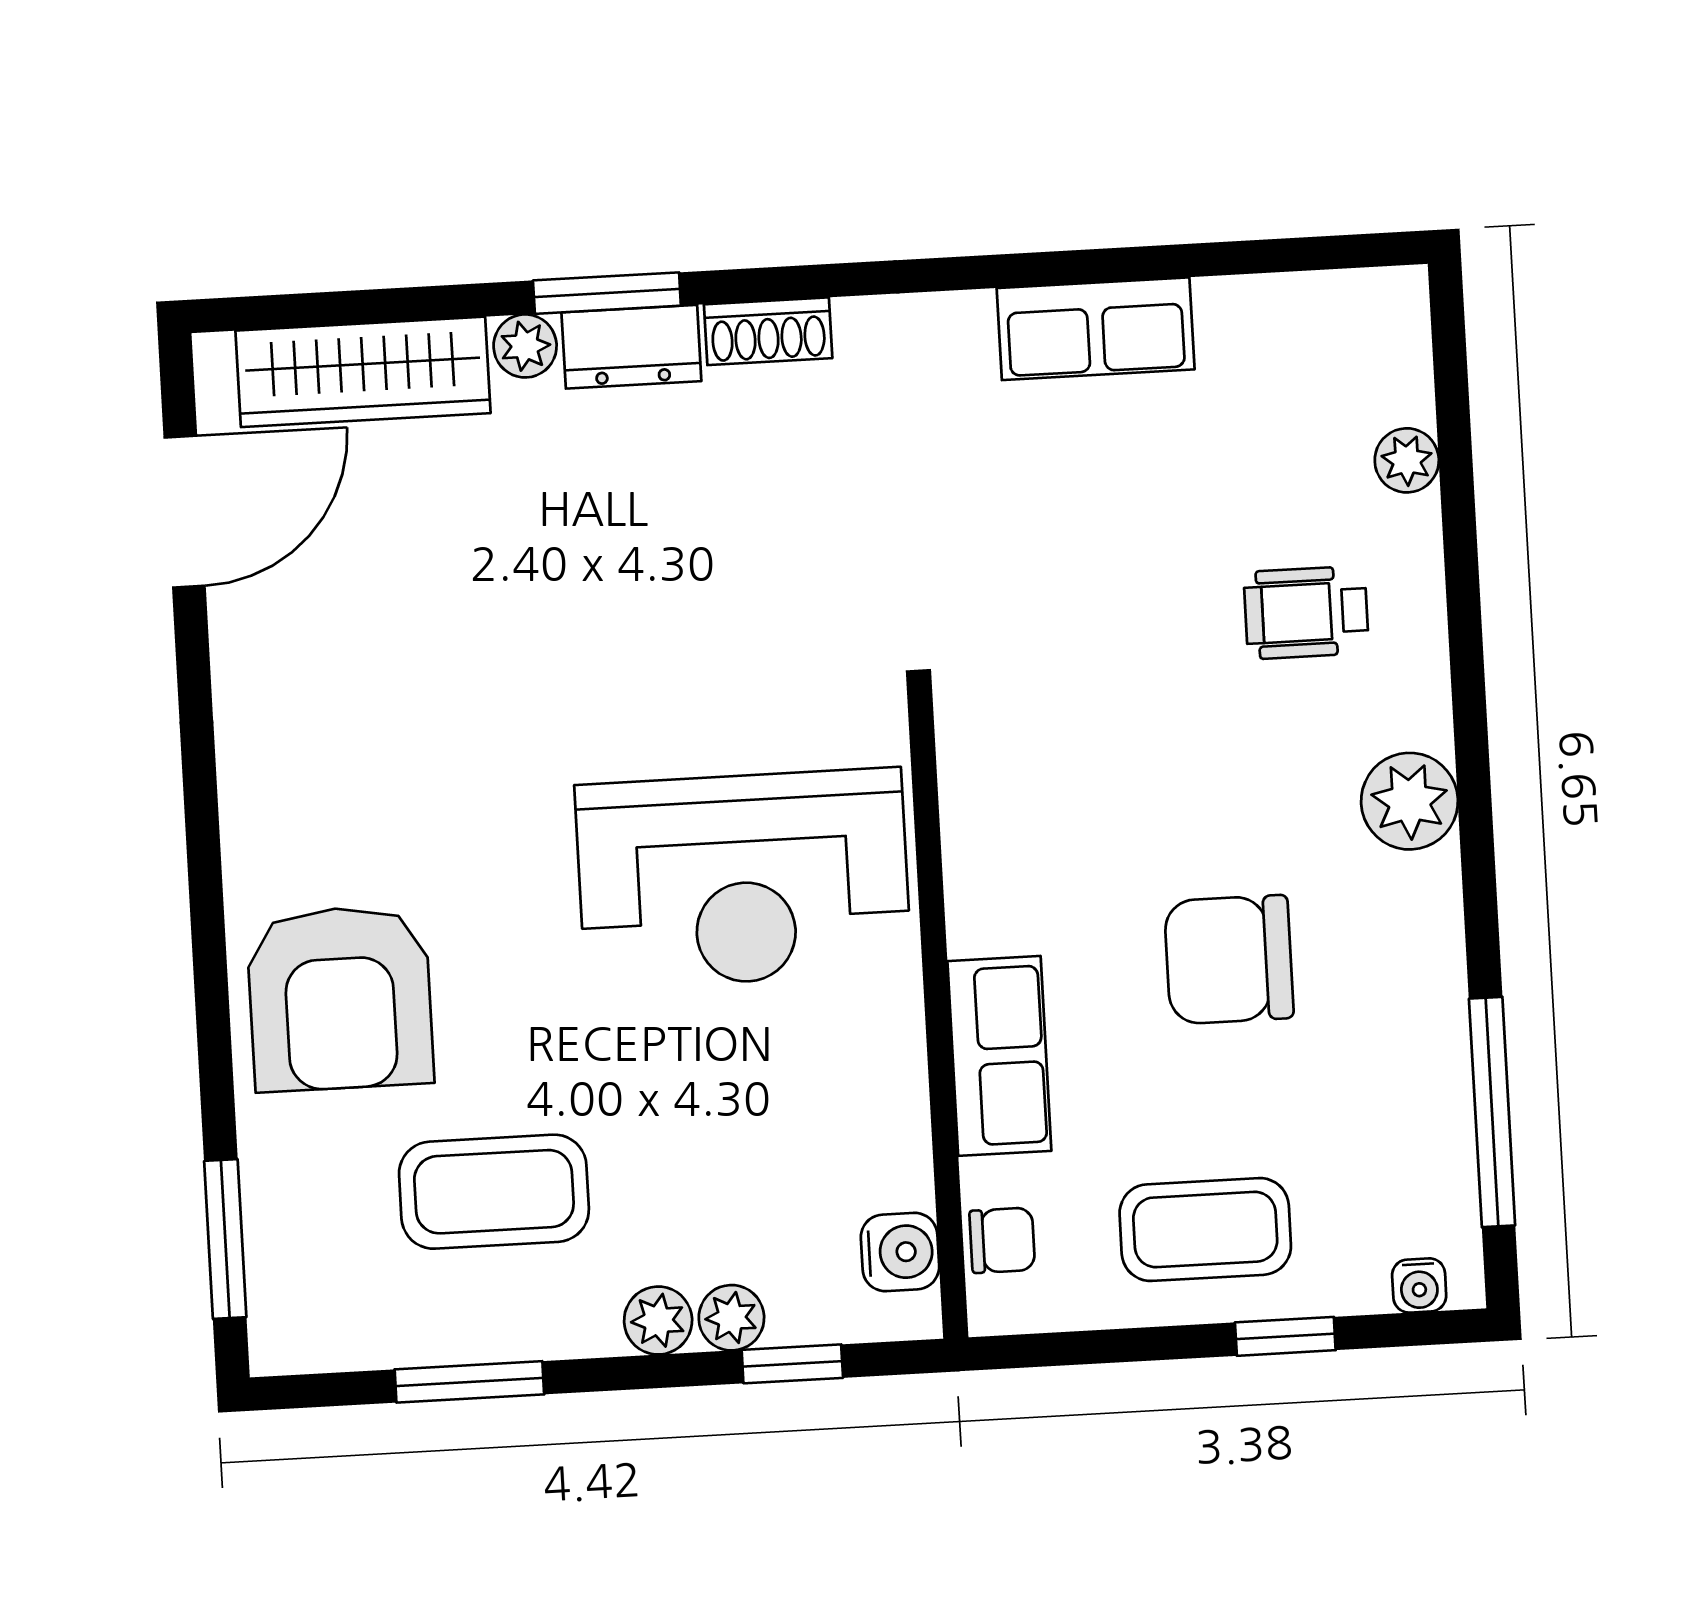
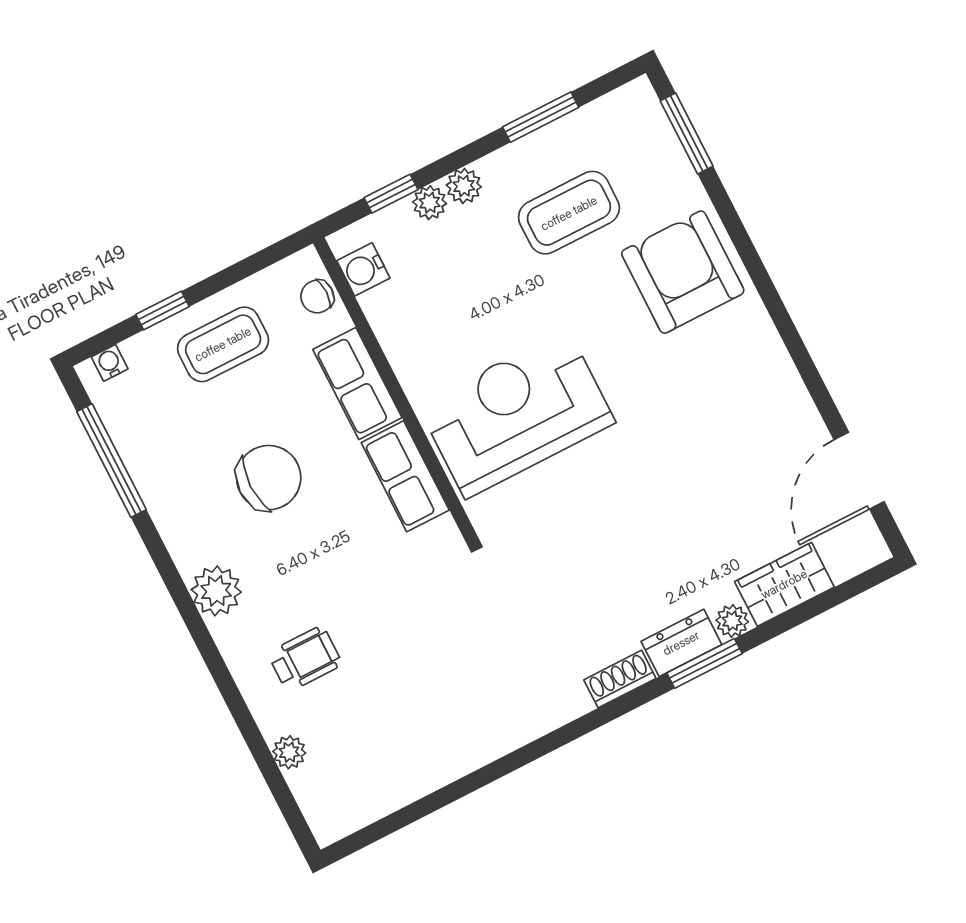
row of seats: (1096, 329) -> (405, 476), moved, turned -90
wardrobe: (363, 372) -> (784, 584), width x0.67

